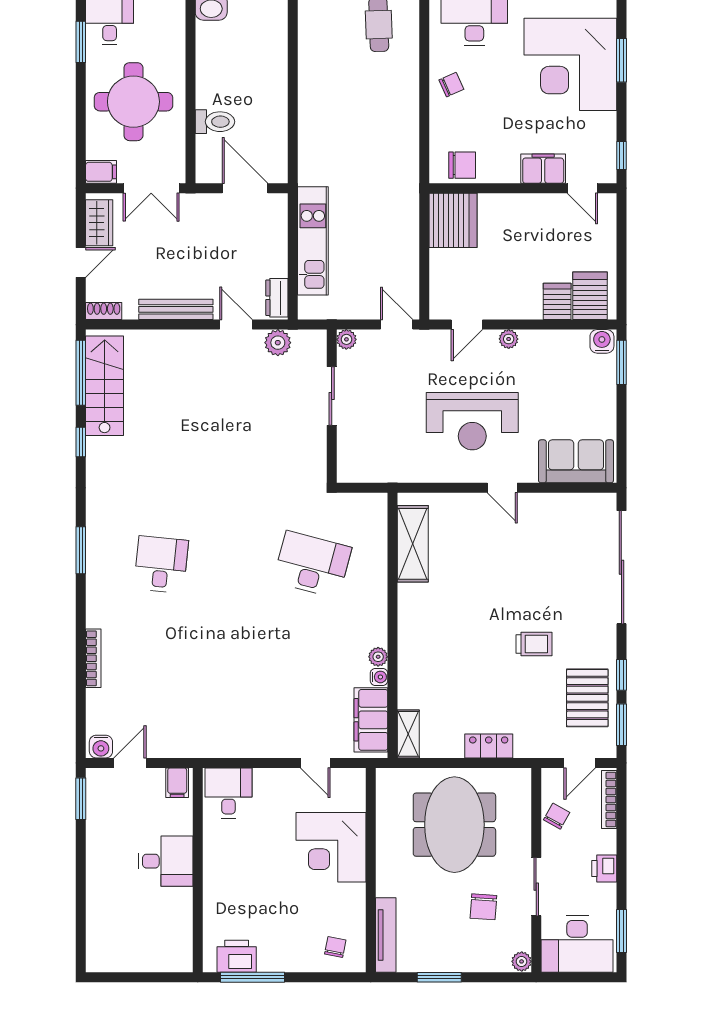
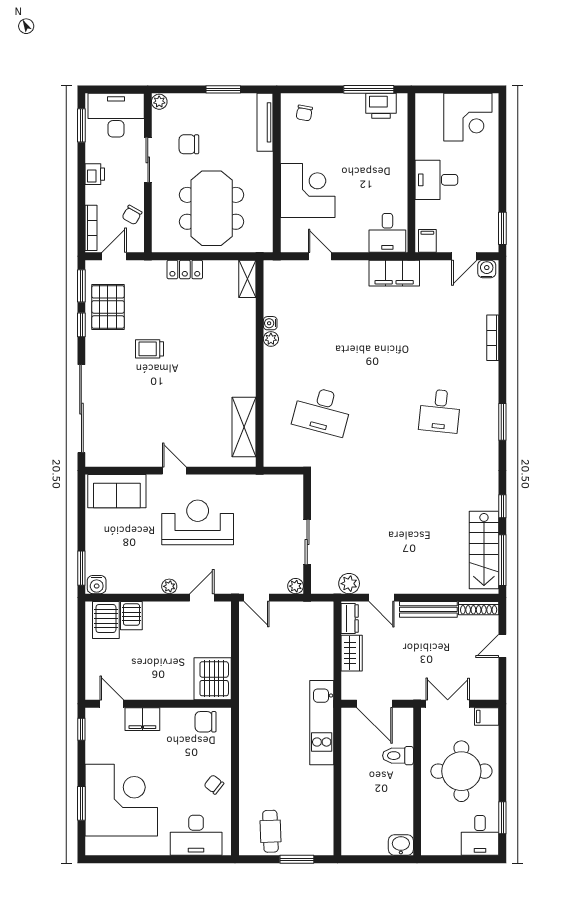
chair: (451, 85) -> (214, 784), turned 62
wardrobe: (99, 223) -> (352, 653), moved, turned 180
kitchen unit: (313, 241) -> (322, 723), moved
shoe rack: (104, 311) -> (479, 608), width x1.43
filing cabinet: (371, 720) -> (394, 273), moved, turned 90
chair: (483, 907) -> (189, 144), turned -94
corner desk: (125, 942) -> (468, 117), added

